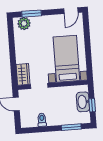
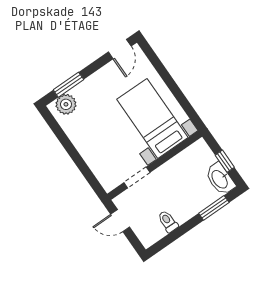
wardrobe: (23, 74) -> (105, 175), removed
washbasin: (83, 102) -> (220, 179), moved

